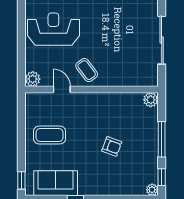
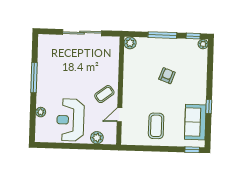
plant: (33, 79) -> (97, 138), moved

